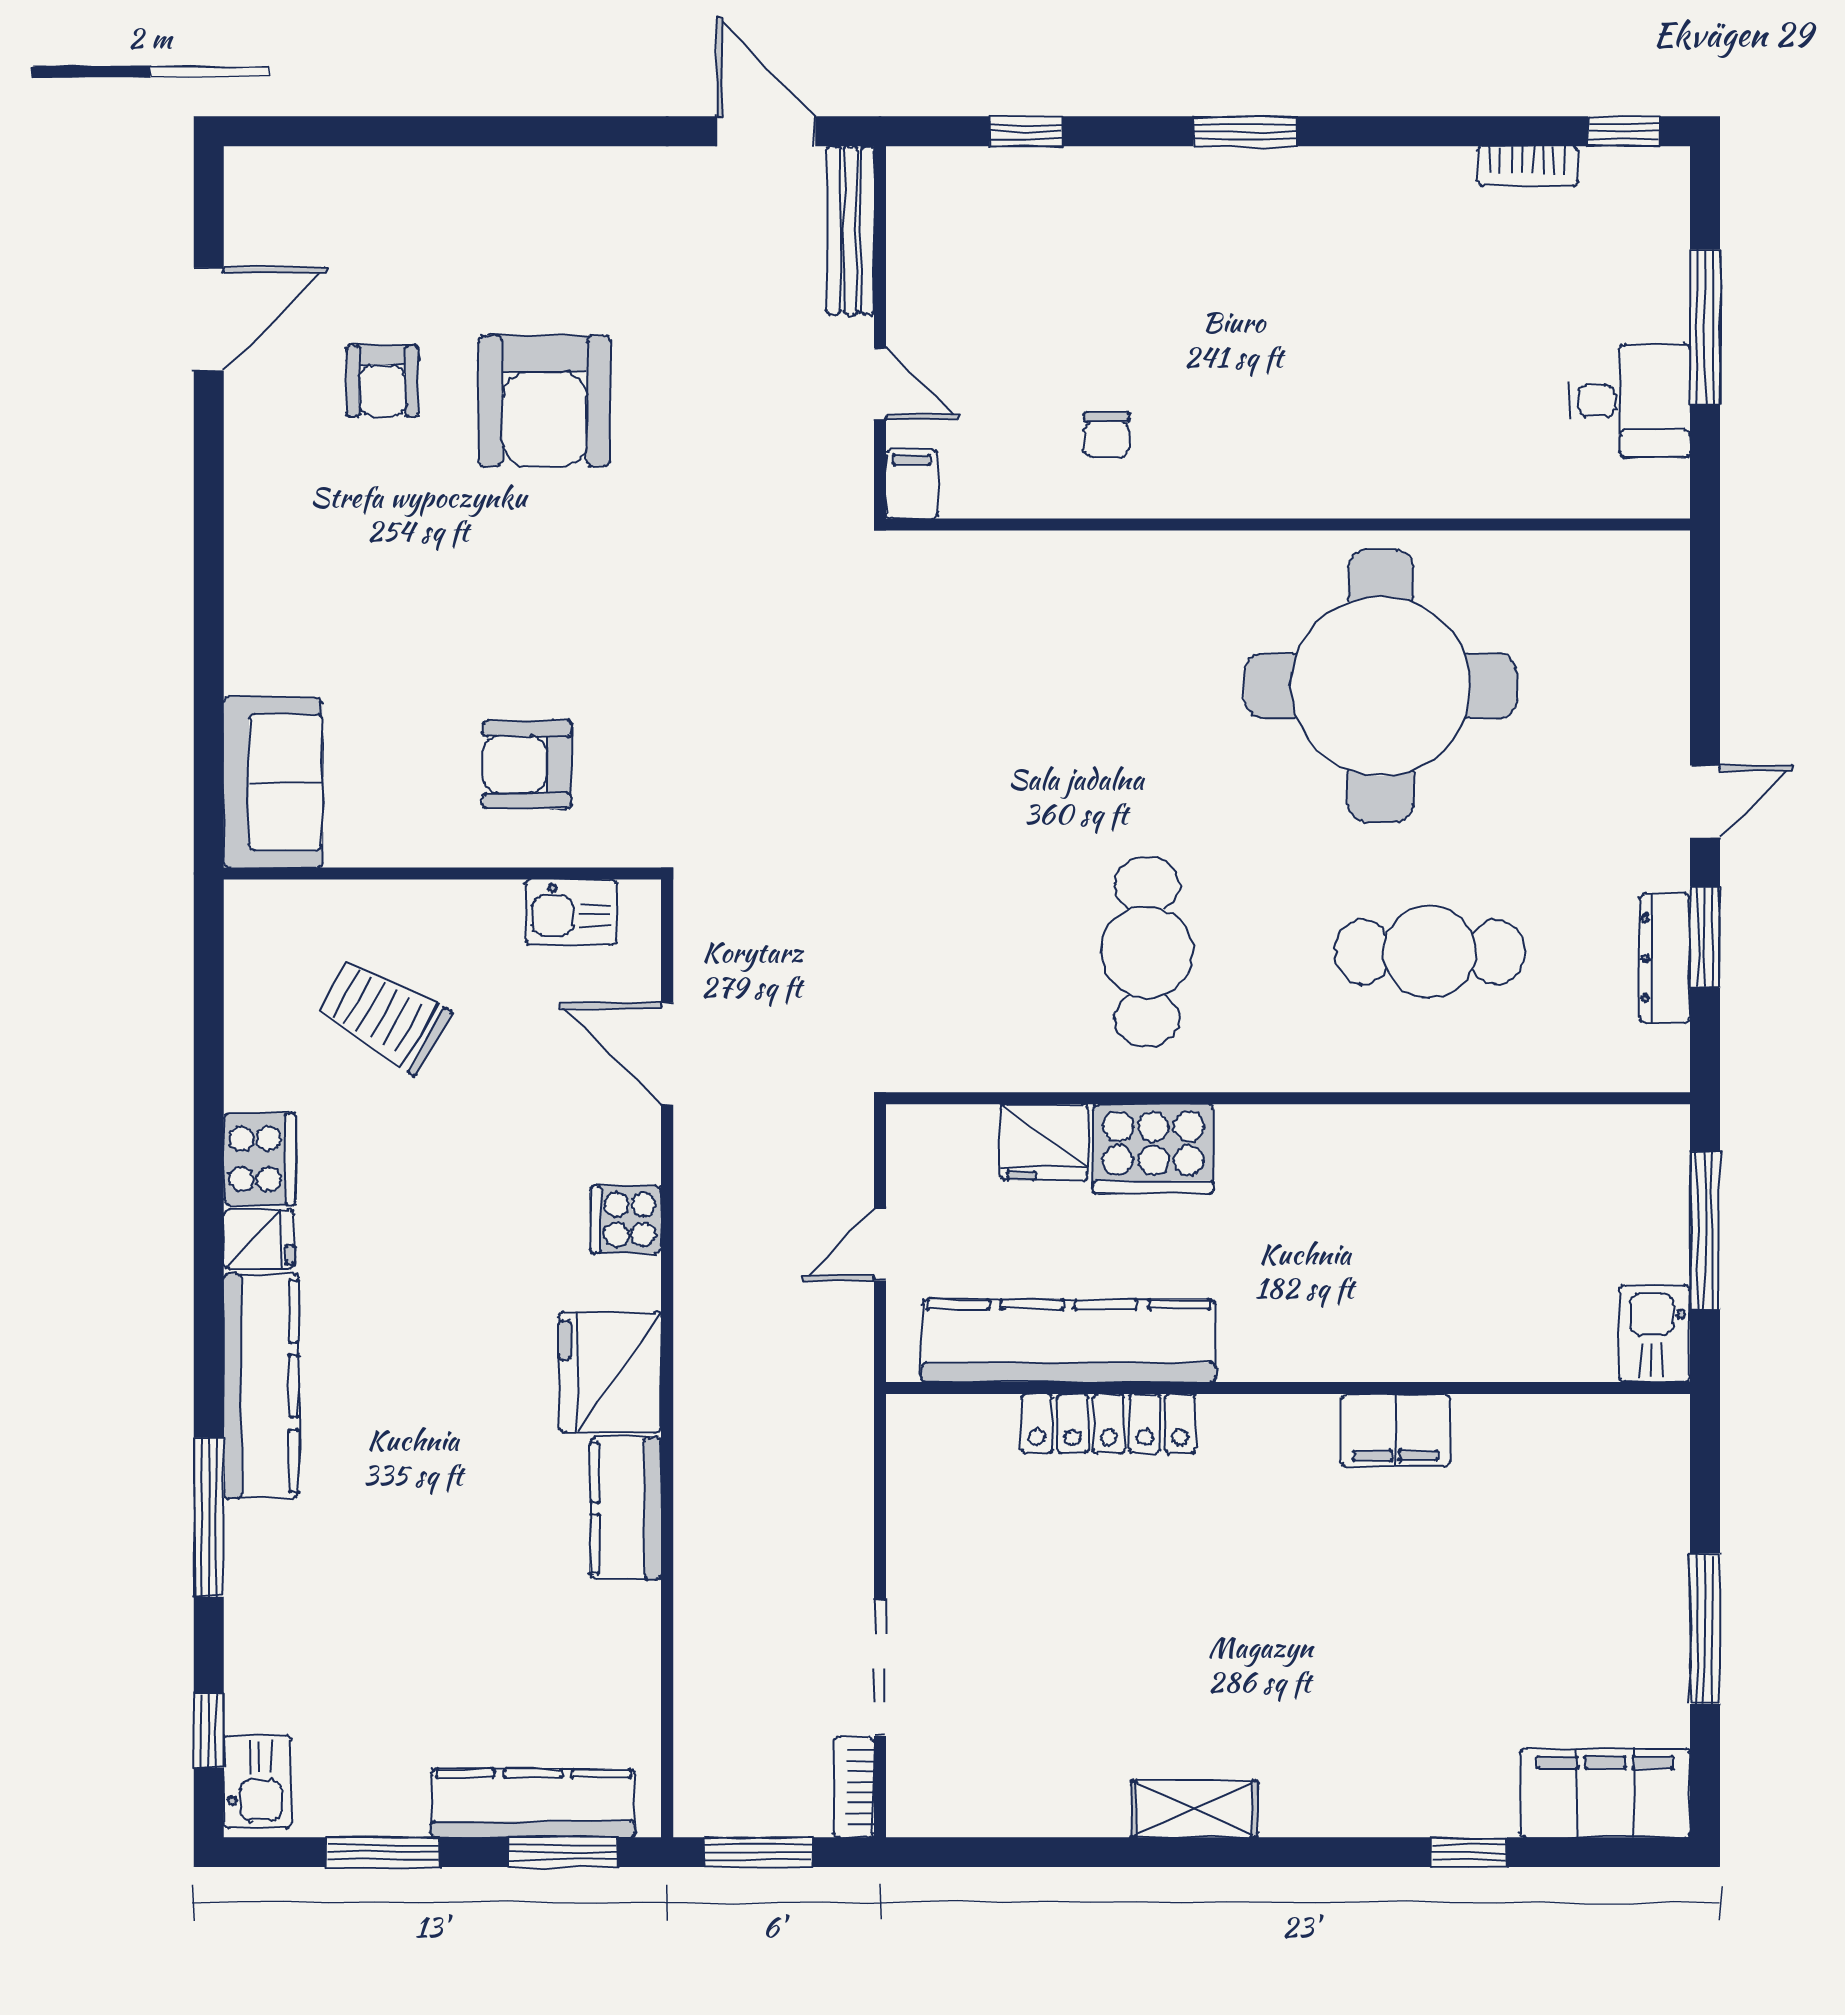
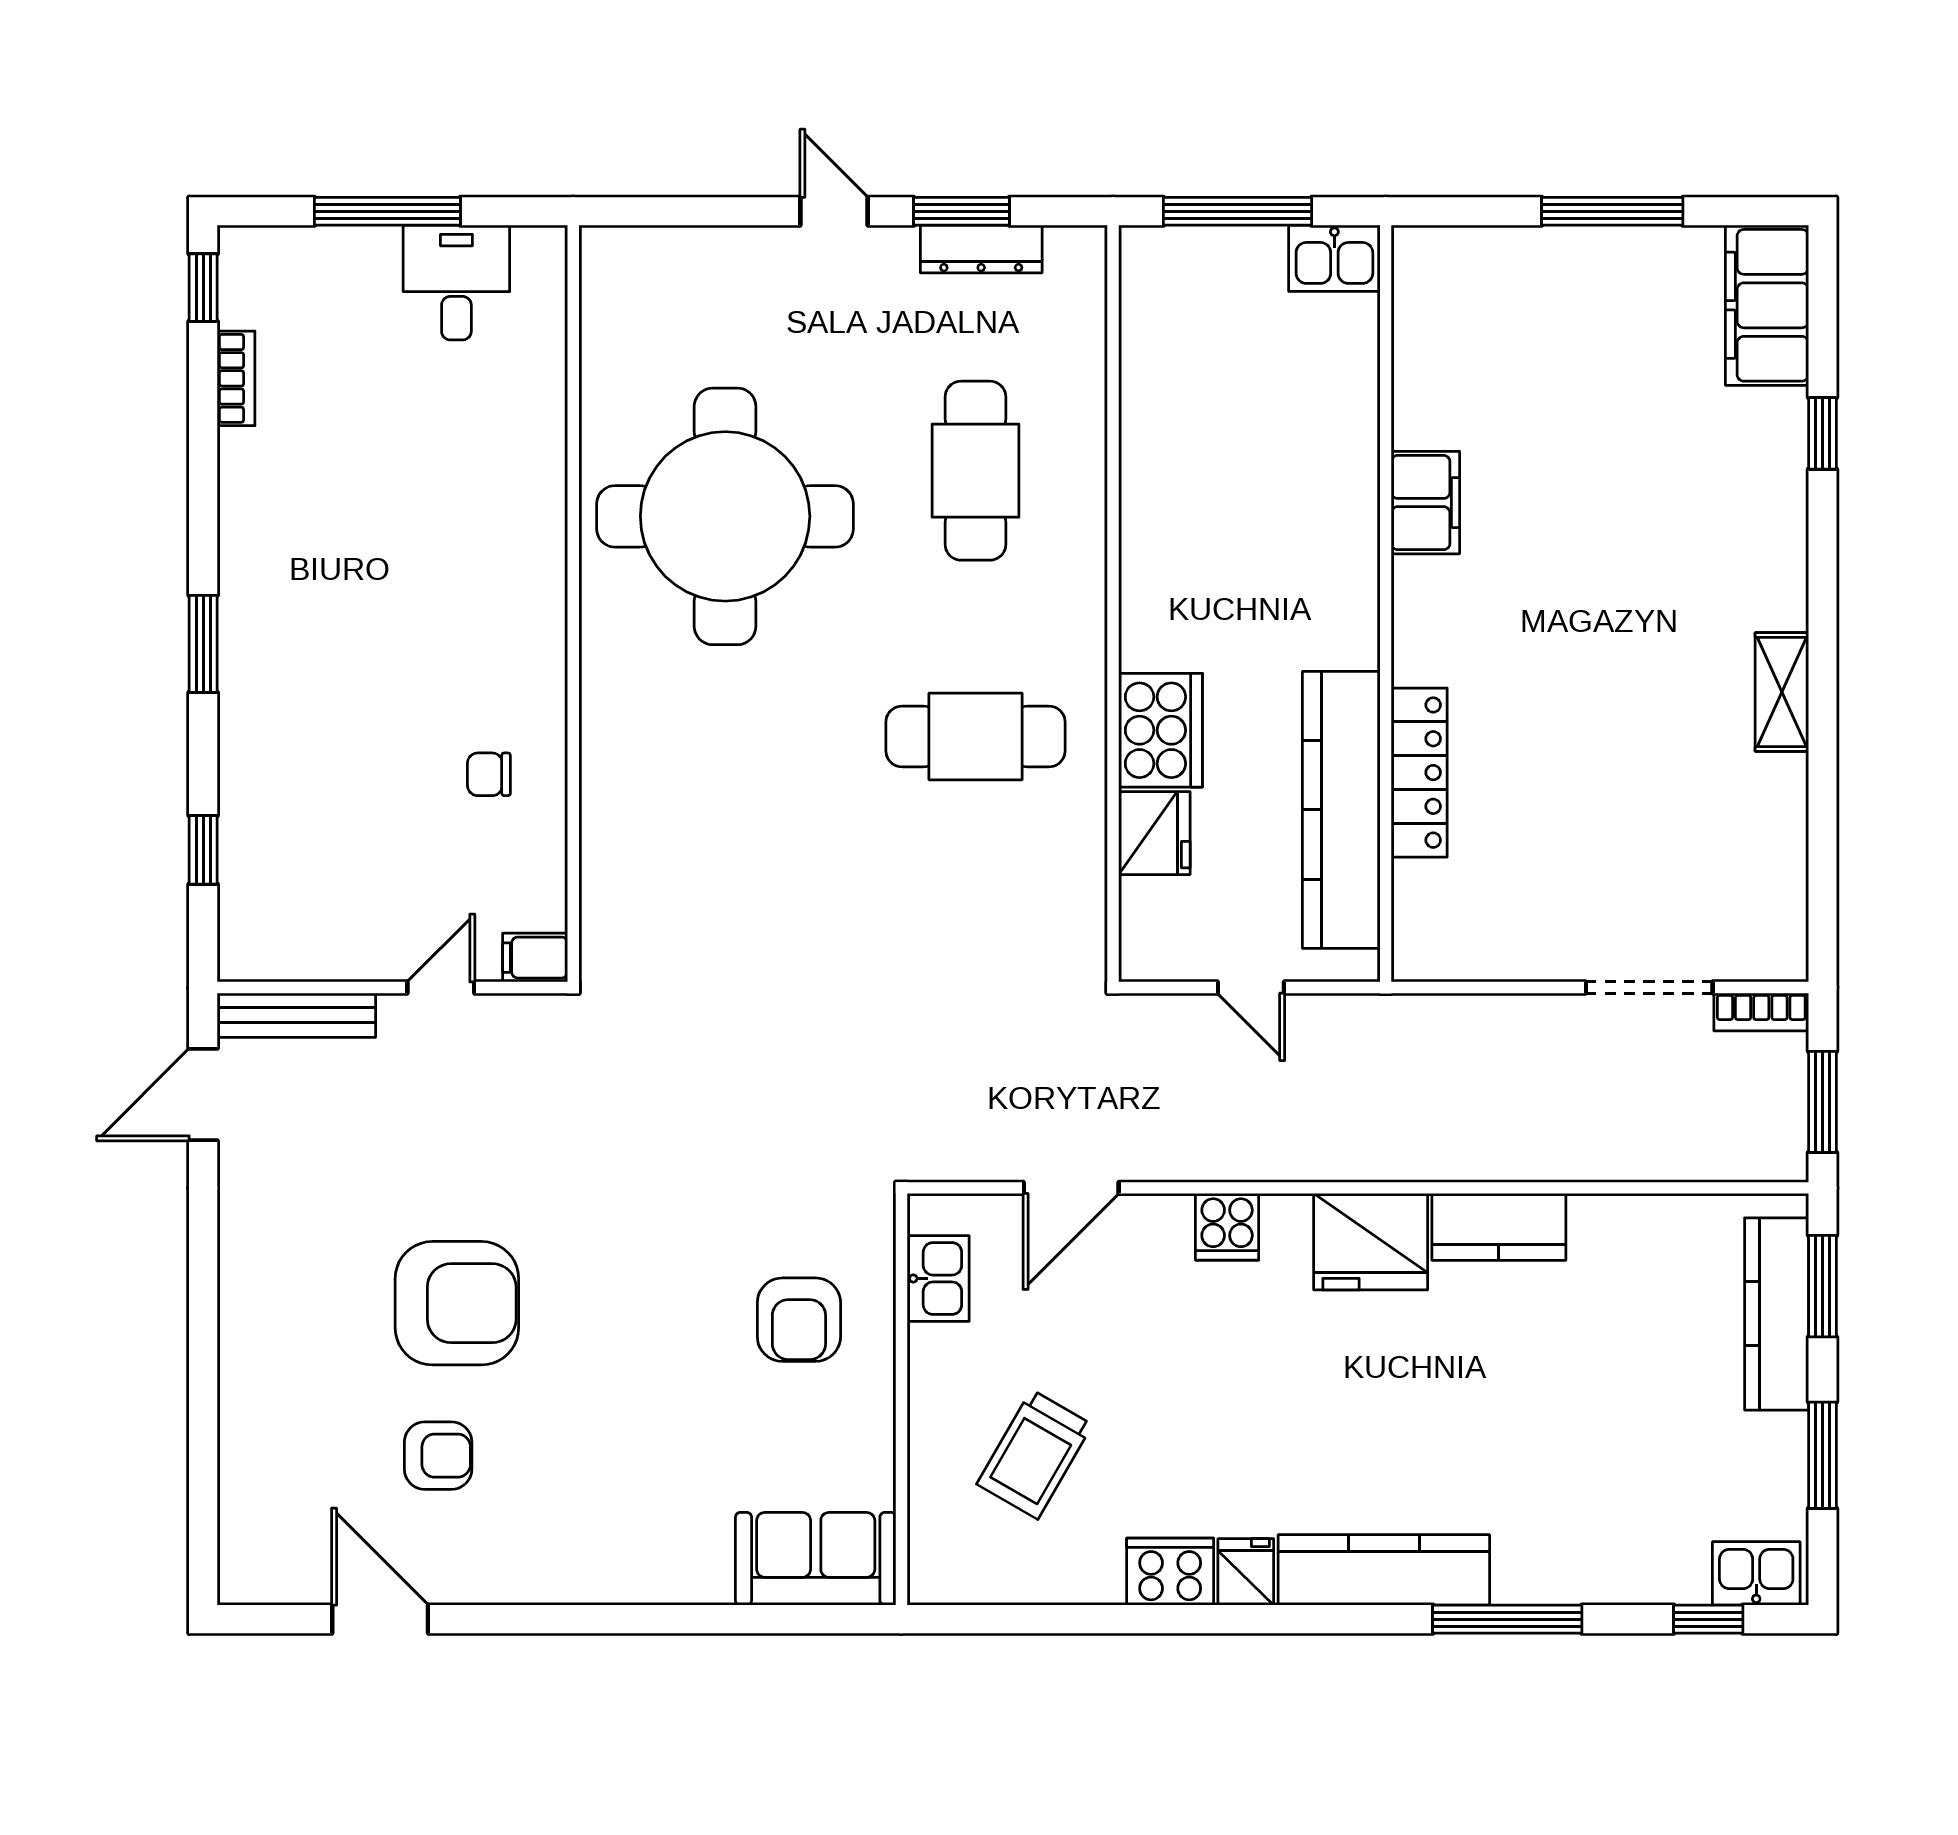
chair: (1107, 435) -> (489, 774), turned 180

